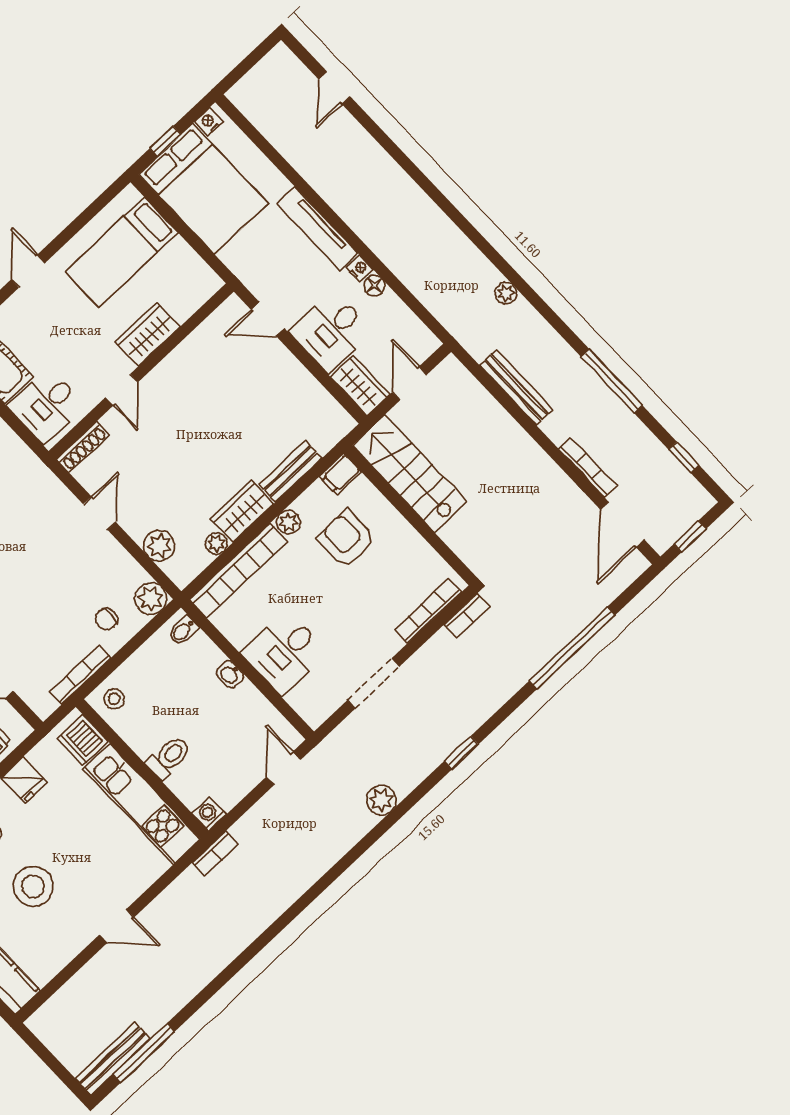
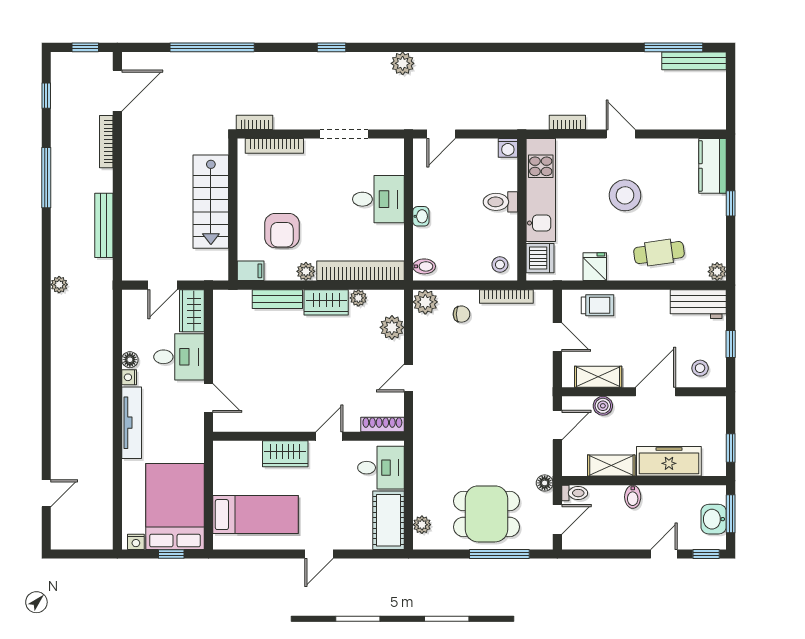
stairs: (410, 473) -> (211, 202), moved
bookcase: (215, 853) -> (567, 122), moved
stool: (33, 886) -> (625, 195), moved

